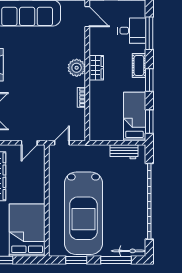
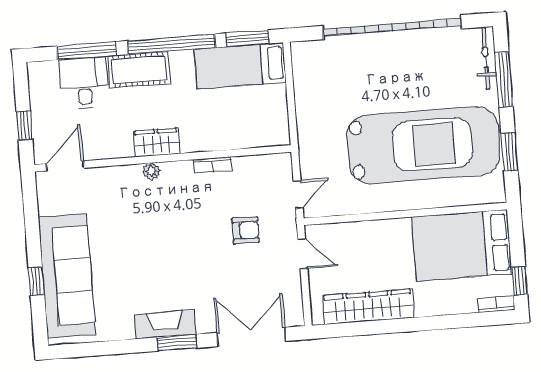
cot: (139, 66) -> (139, 70), width x1.37, depth x1.34
plant: (77, 68) -> (151, 171), width x0.53, depth x0.53
window: (149, 80) -> (172, 44), width x2.11
armchair: (44, 113) -> (245, 230), added
door: (62, 143) -> (298, 194), swing flipped
workbench: (124, 152) -> (306, 80), removed

